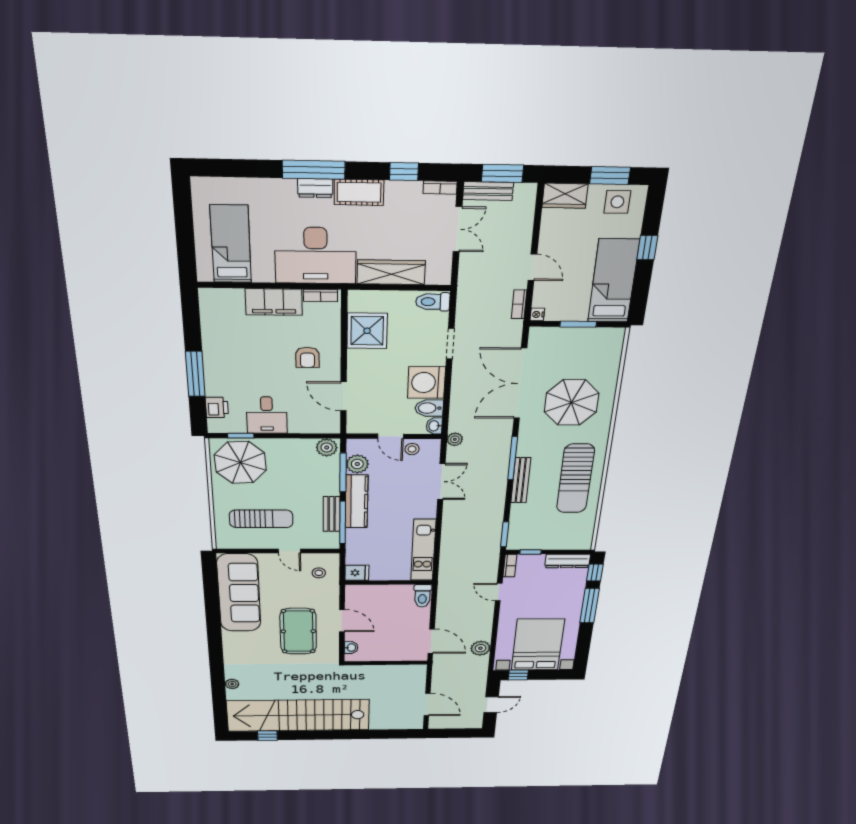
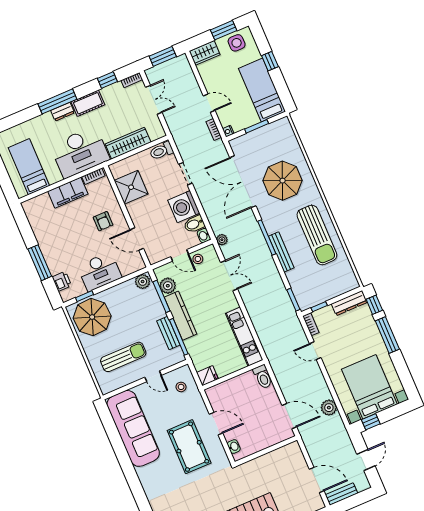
bench: (488, 191) -> (342, 494), moved
desk: (267, 415) -> (99, 272), width x1.37

